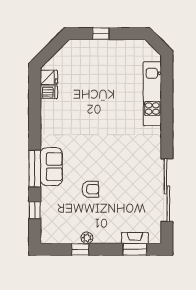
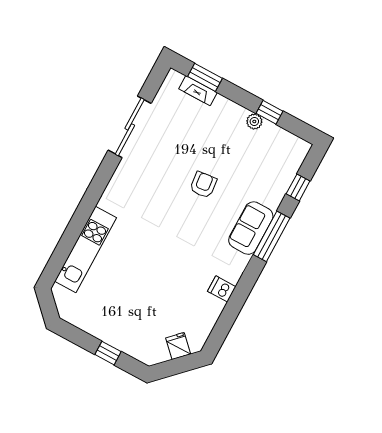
fridge: (49, 77) -> (178, 346), moved, turned 45
dishwasher: (49, 92) -> (222, 289), moved
armchair: (90, 189) -> (203, 185), moved, turned 84
sliding door: (167, 190) -> (130, 127), width x0.73

